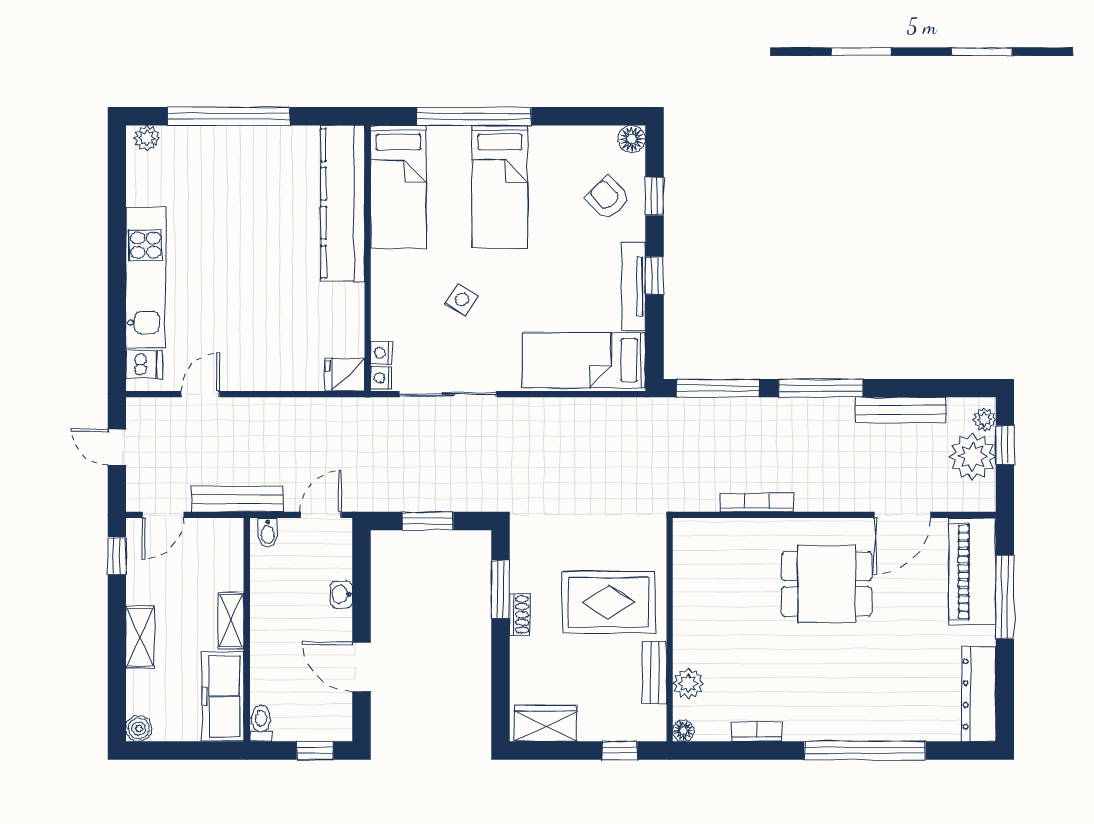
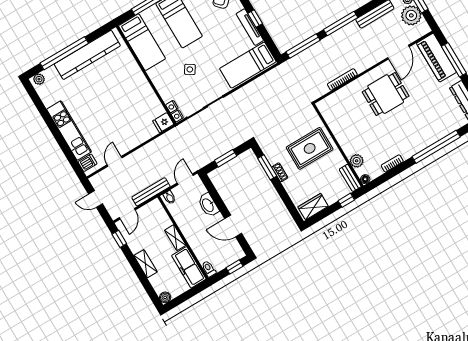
kitchen counter: (343, 203) -> (87, 55), moved, turned -90
washbasin: (341, 594) -> (208, 205), width x1.91, depth x1.45
bench: (655, 673) -> (350, 178), moved

